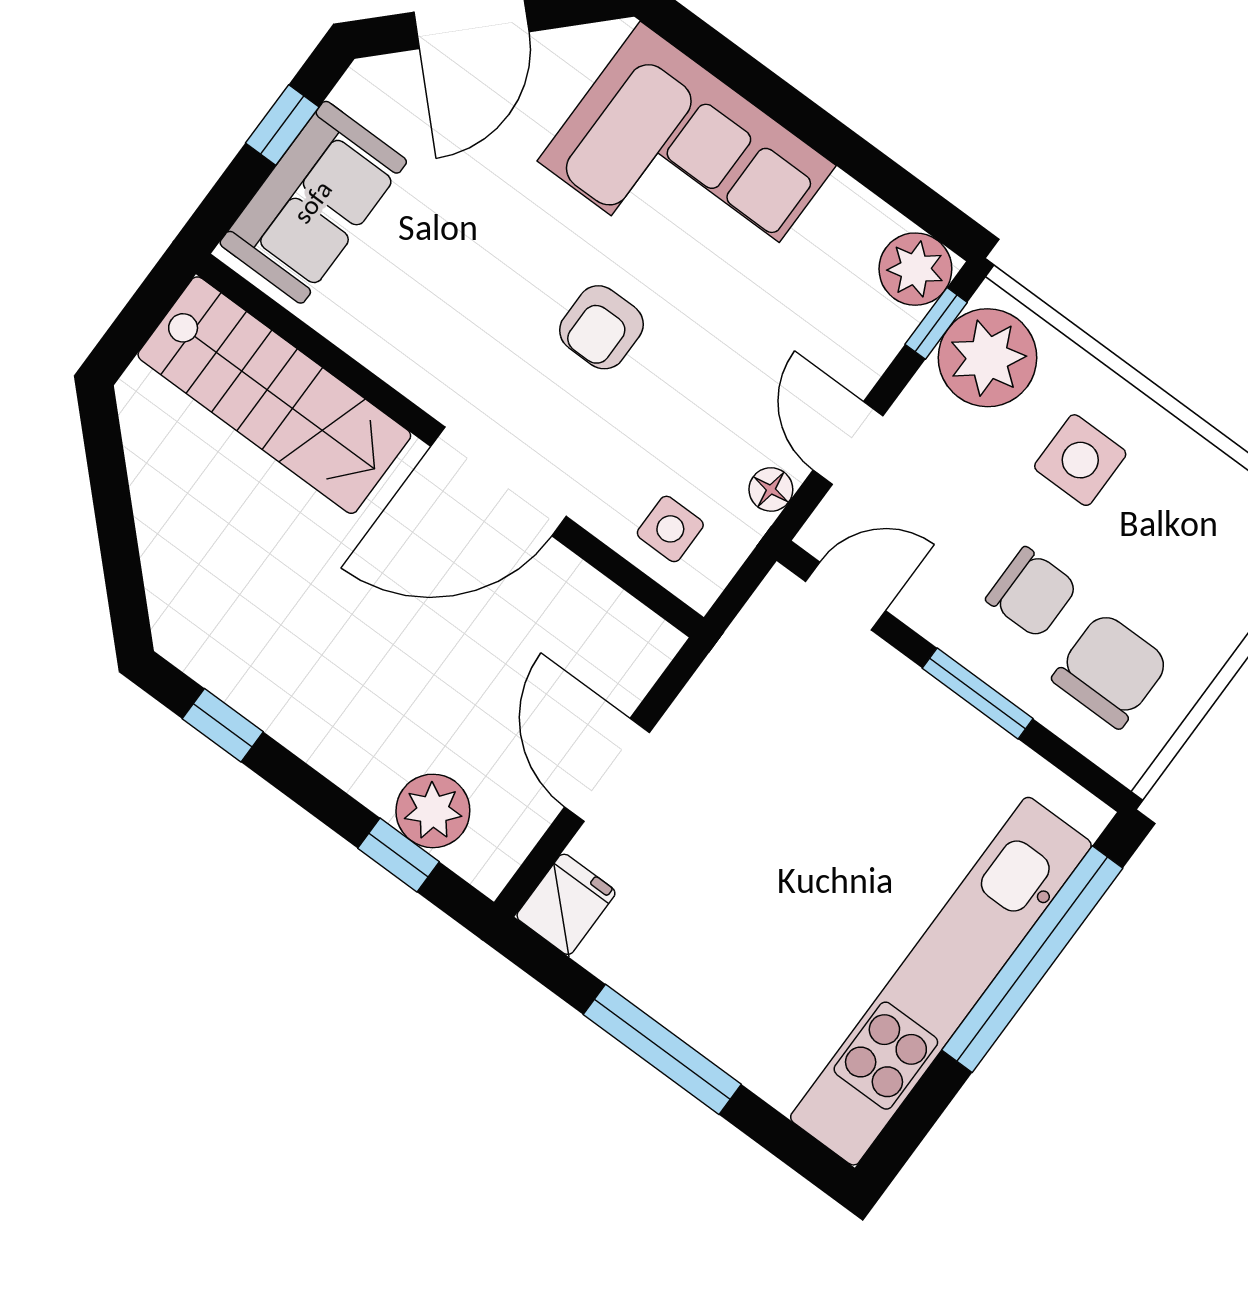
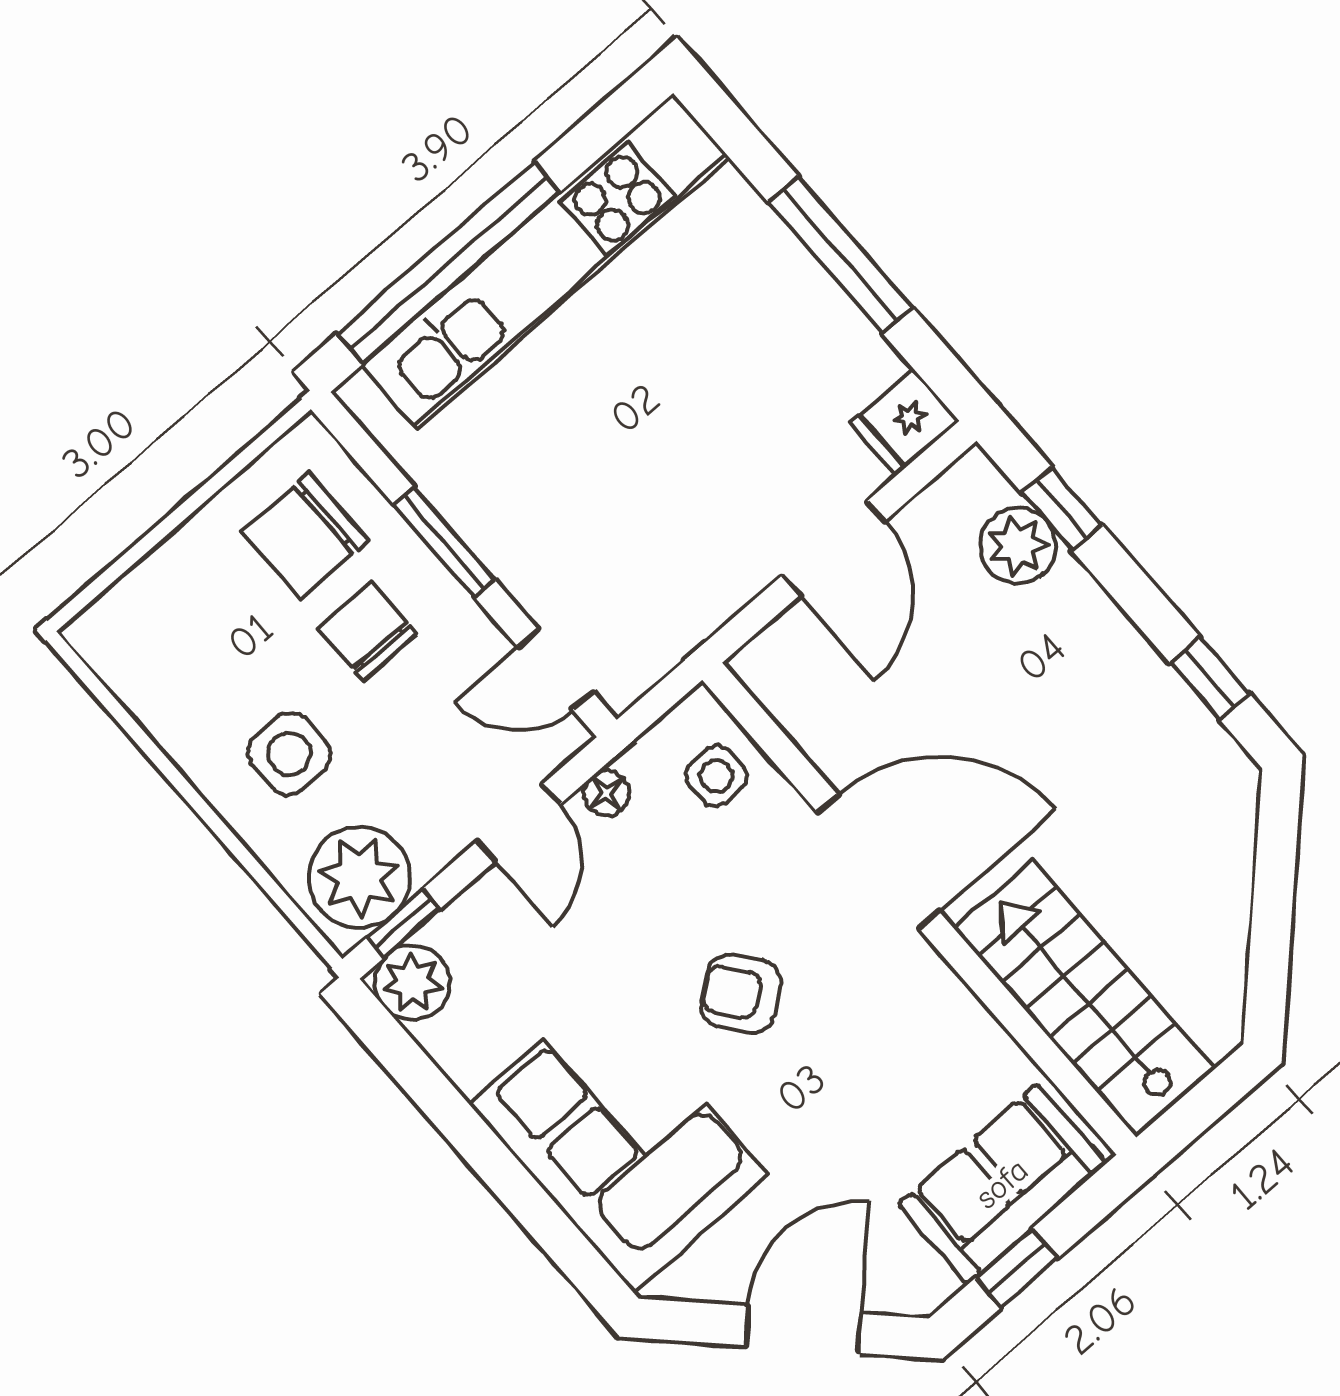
armchair: (601, 327) -> (741, 994), turned -128

